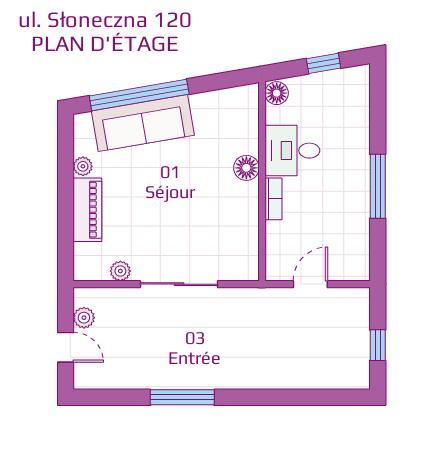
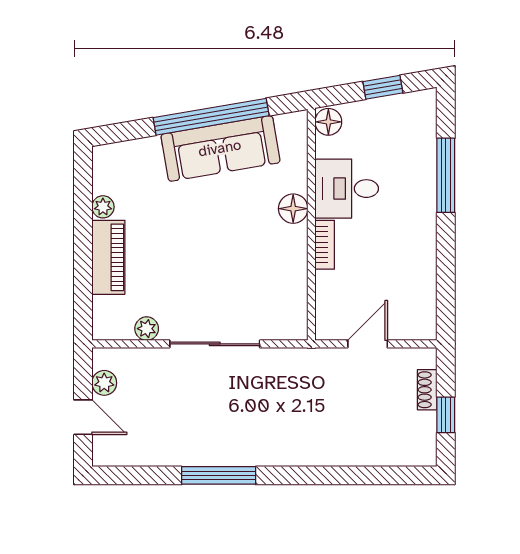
window: (139, 95) -> (211, 117), moved
sofa: (143, 123) -> (220, 148), moved
window: (378, 186) -> (446, 175), moved
shoe rack: (362, 324) -> (427, 390), added

